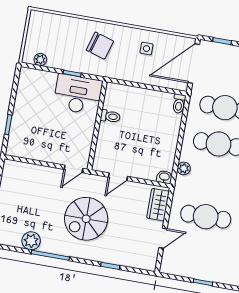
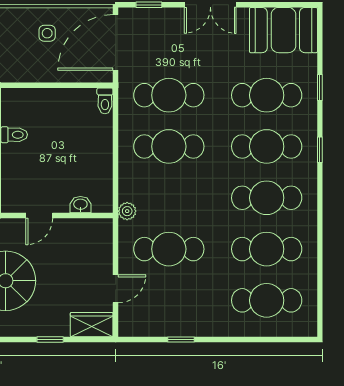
plant: (184, 168) -> (127, 211), moved
washbasin: (164, 177) -> (80, 205), moved
wardrobe: (158, 205) -> (92, 325), moved, turned 90

